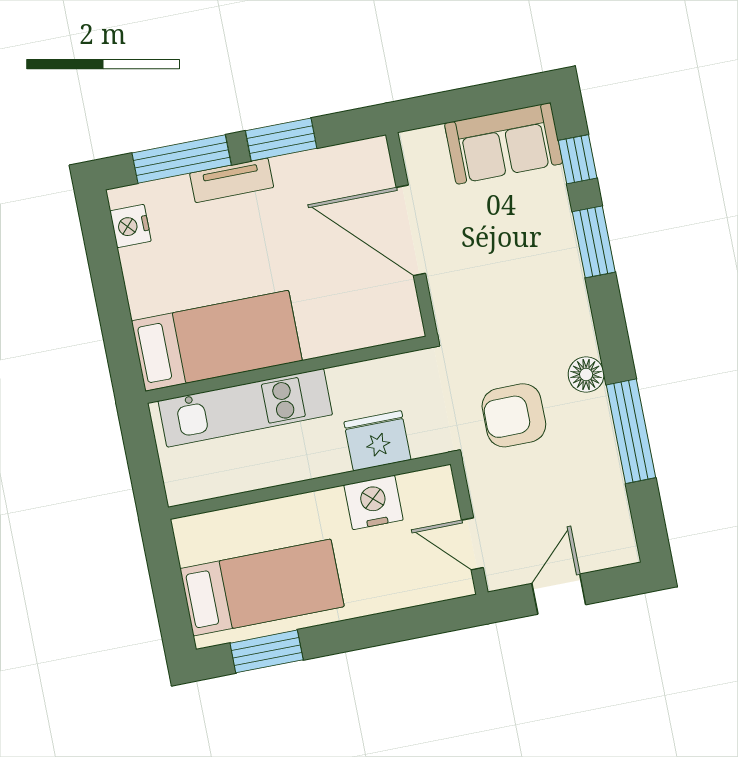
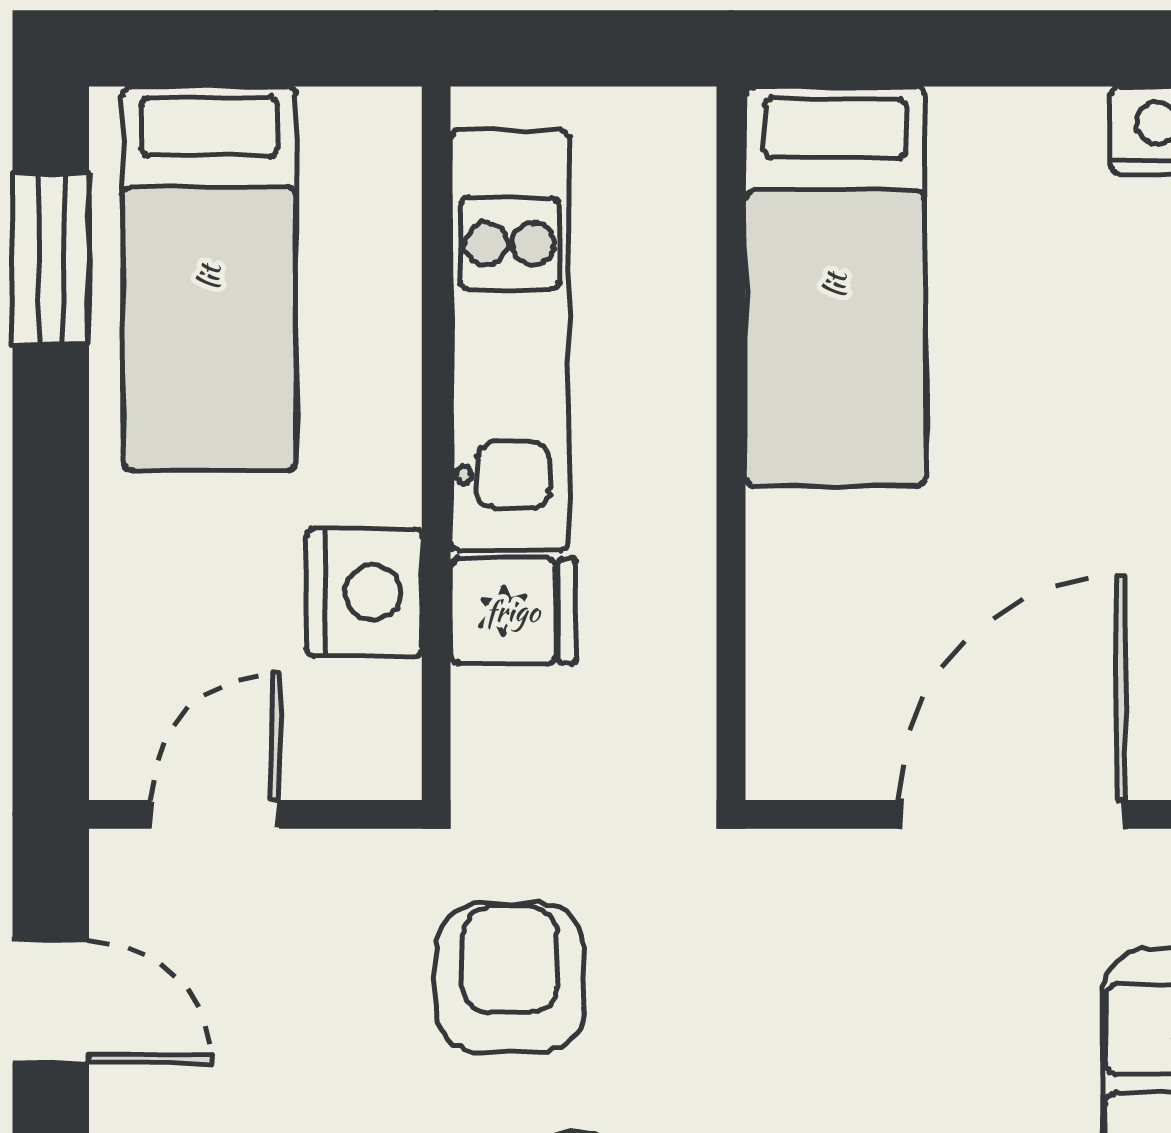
kitchen unit: (245, 408) -> (510, 340), moved, turned 180
fridge: (377, 441) -> (513, 611), width x0.72

